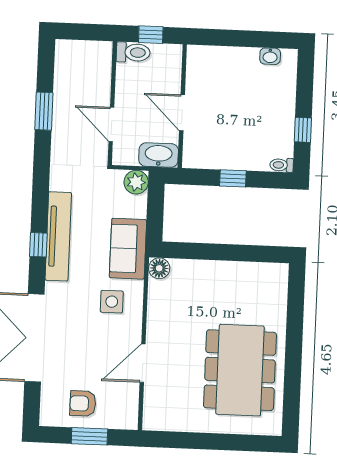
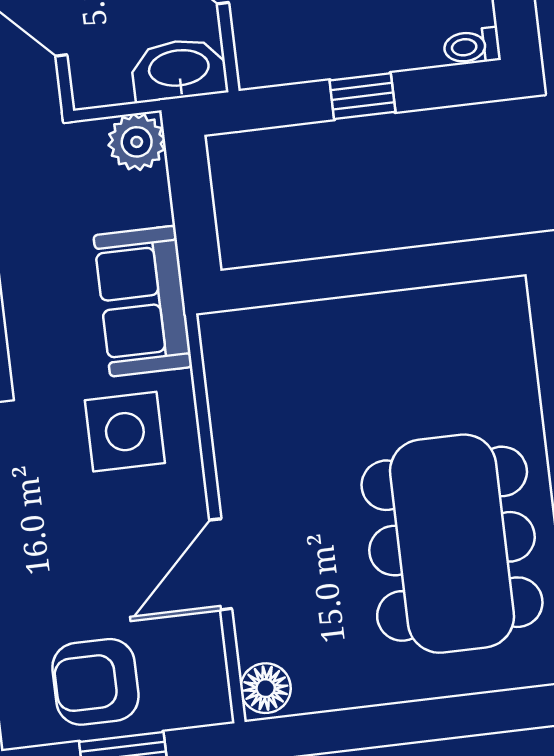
floor lamp: (159, 268) -> (266, 688), moved
side table: (112, 302) -> (125, 432), width x1.37, depth x1.37
armchair: (83, 403) -> (95, 682), width x1.38, depth x1.38

